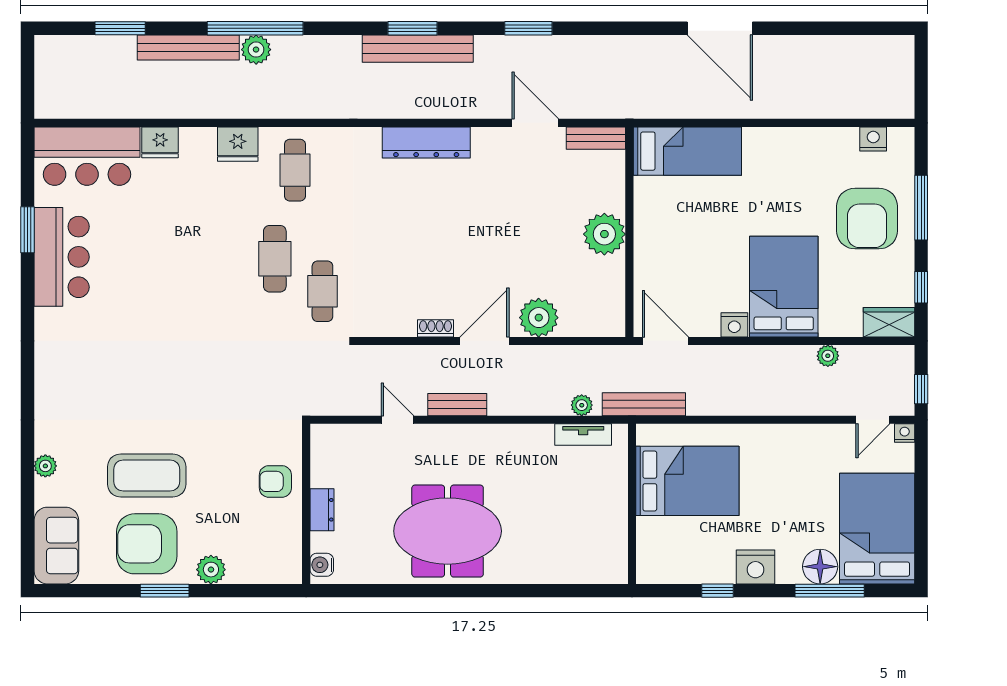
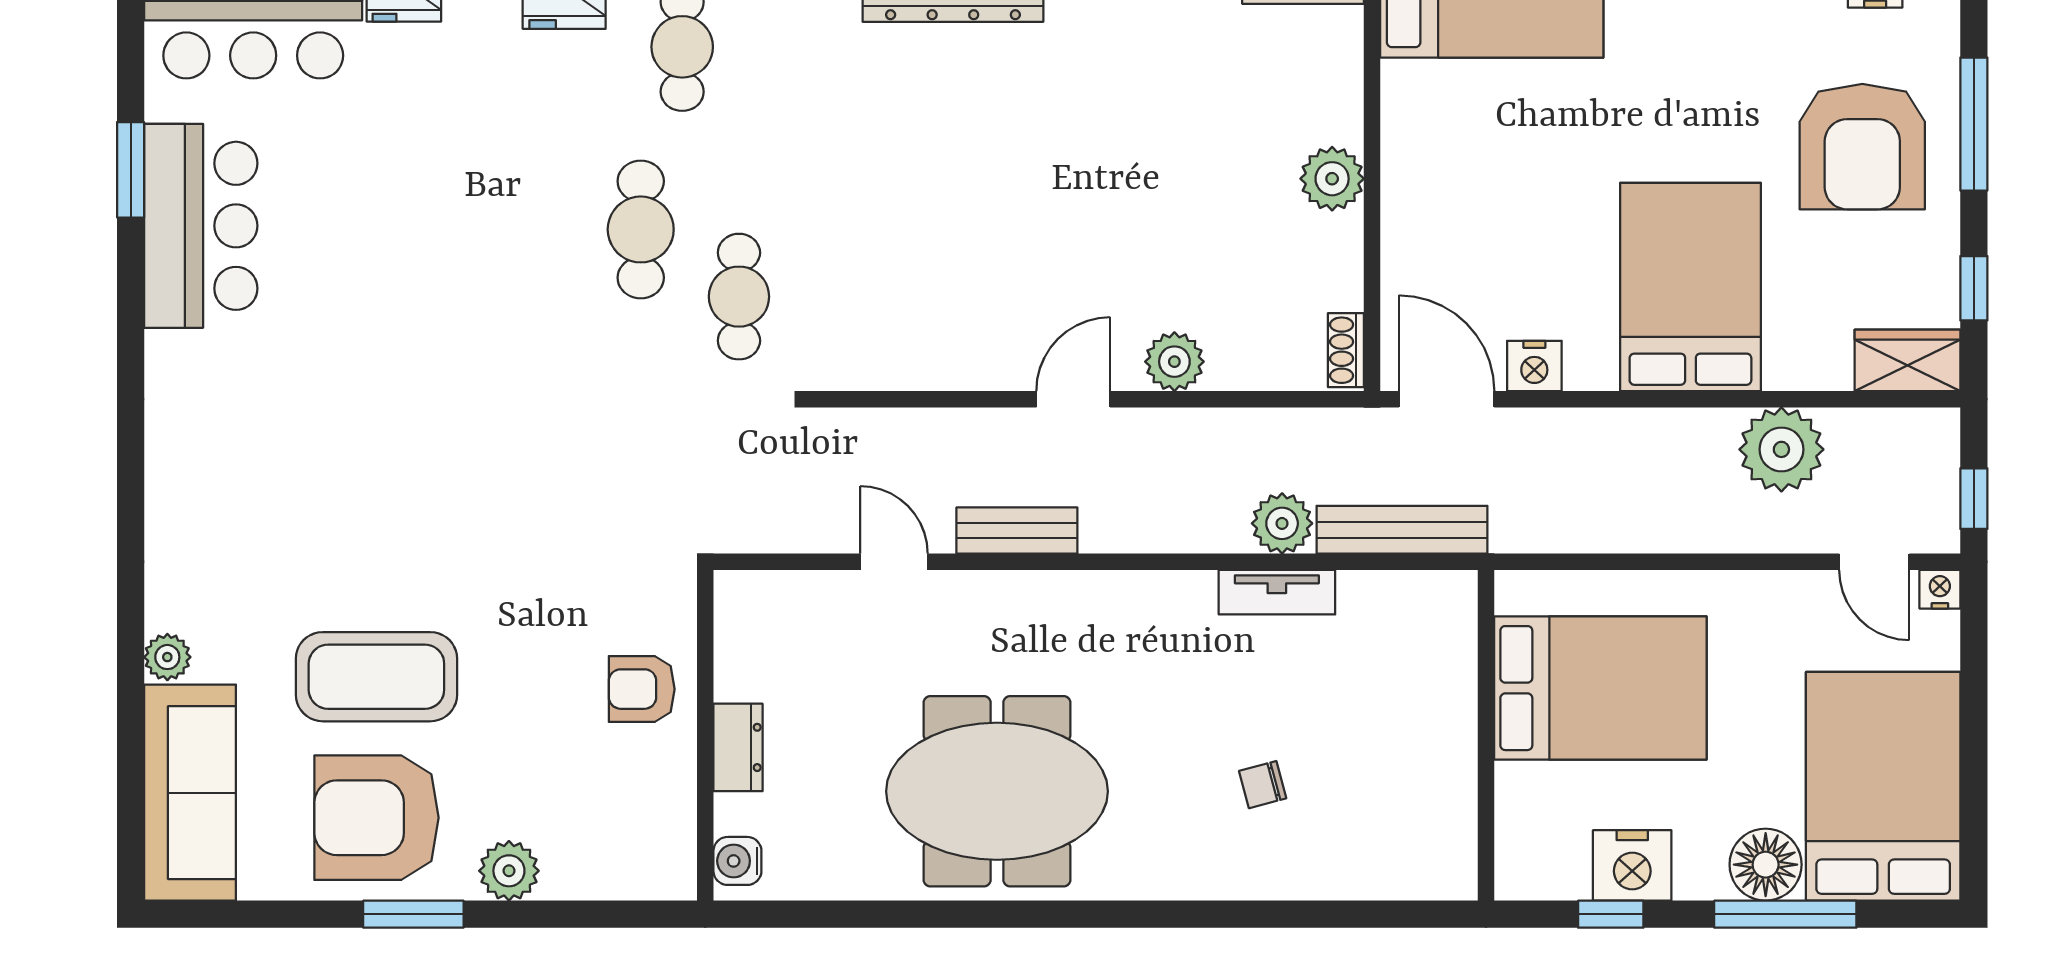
plant: (604, 234) -> (1332, 179), width x0.73, depth x0.73
plant: (539, 318) -> (1174, 362), width x0.73, depth x0.73
nightstand: (734, 325) -> (1534, 366), moved
shoe rack: (435, 328) -> (1346, 350), moved, turned -90
door: (484, 341) -> (1073, 399), width x0.73
plant: (828, 356) -> (1781, 449), width x1.88, depth x1.88
plant: (582, 405) -> (1282, 523), width x1.38, depth x1.38
door: (873, 420) -> (1874, 562), hinge flipped
bed: (687, 481) -> (1600, 688), moved
wall: (632, 504) -> (1486, 735), moved
chair: (576, 528) -> (1263, 785), added
sofa: (56, 546) -> (190, 793), width x1.36
window: (717, 591) -> (1611, 914), moved

